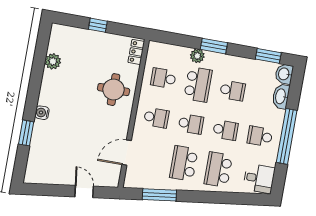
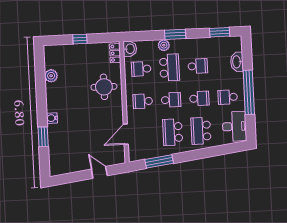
washbasin: (284, 74) -> (130, 49), moved, turned 180
school desk: (156, 118) -> (143, 101), turned 180
desk: (259, 178) -> (234, 126), width x1.37

